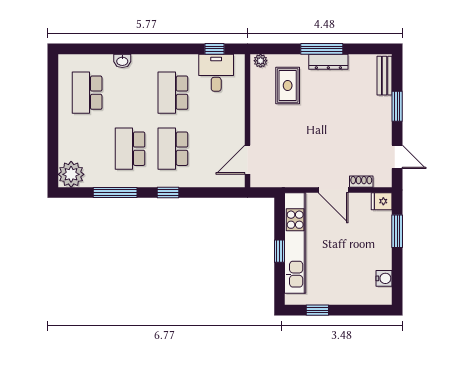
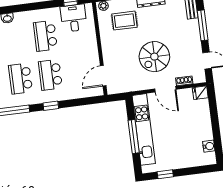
rug: (288, 85) -> (124, 21), turned 90
window: (397, 106) -> (203, 25), width x1.44
spiral stairs: (323, 142) -> (154, 57), added
window: (397, 231) -> (214, 112), removed
window: (280, 251) -> (134, 136), width x2.17

